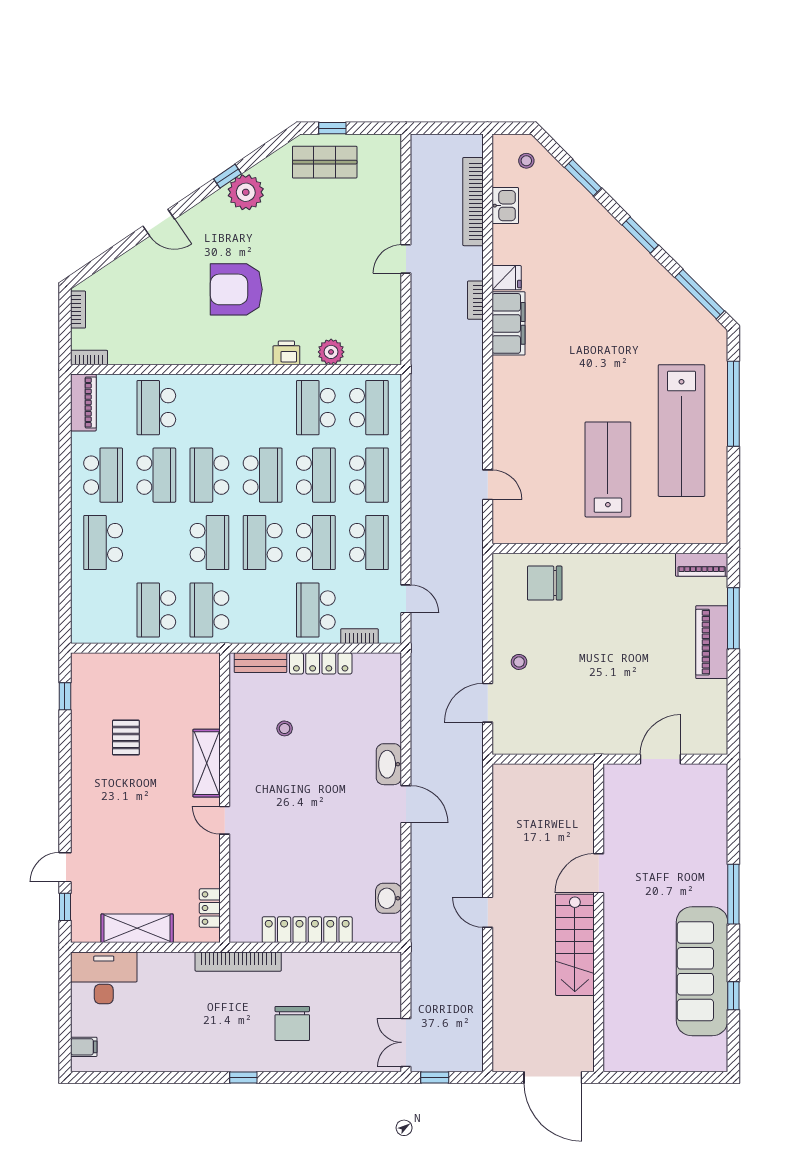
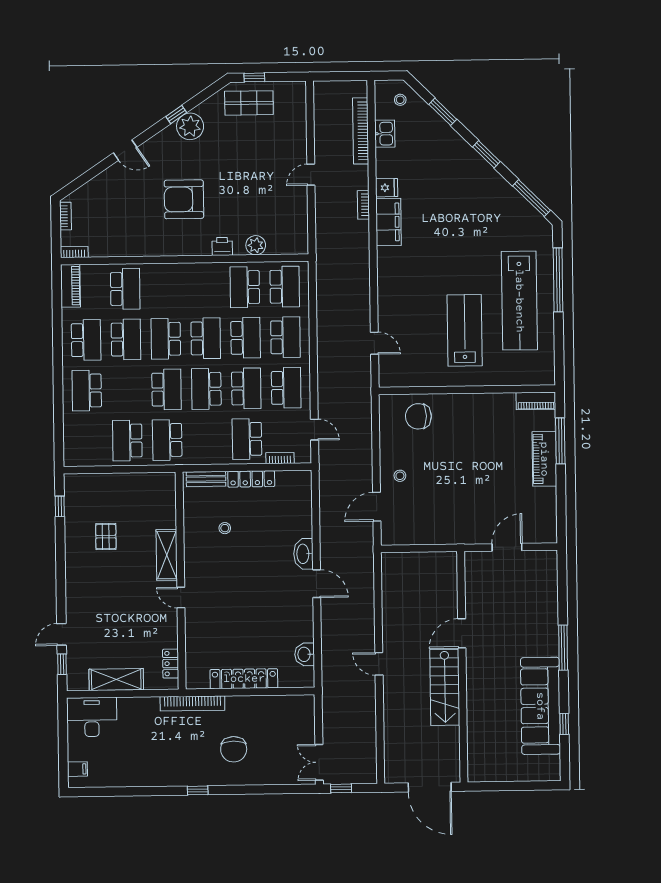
school desk: (156, 408) -> (125, 289), turned 180

